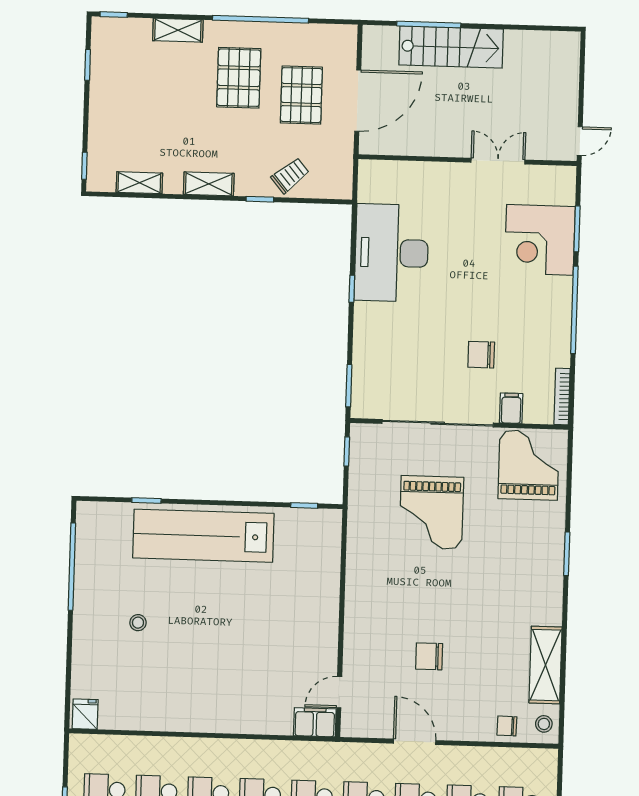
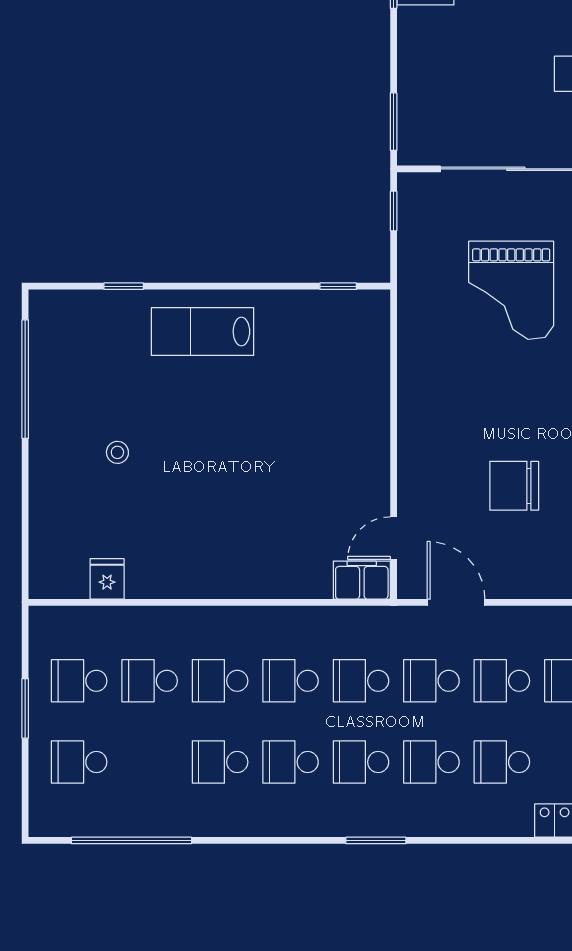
lab bench: (203, 536) -> (203, 331), width x0.54, depth x0.72
chair: (429, 656) -> (514, 486), width x1.37, depth x1.37
fridge: (85, 714) -> (107, 579), moved
door: (415, 742) -> (456, 602), moved

